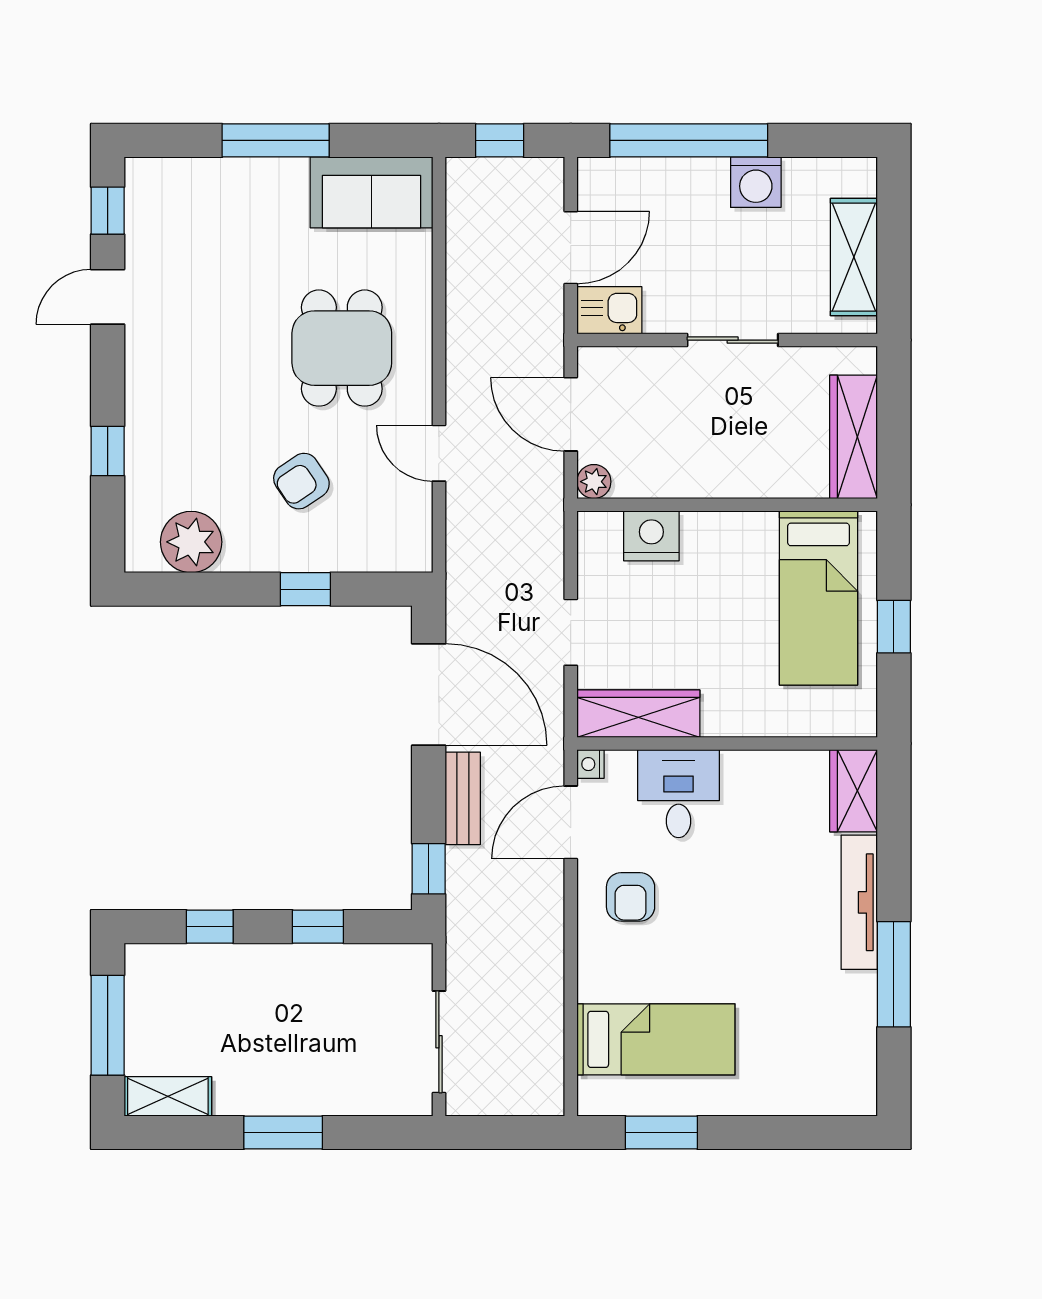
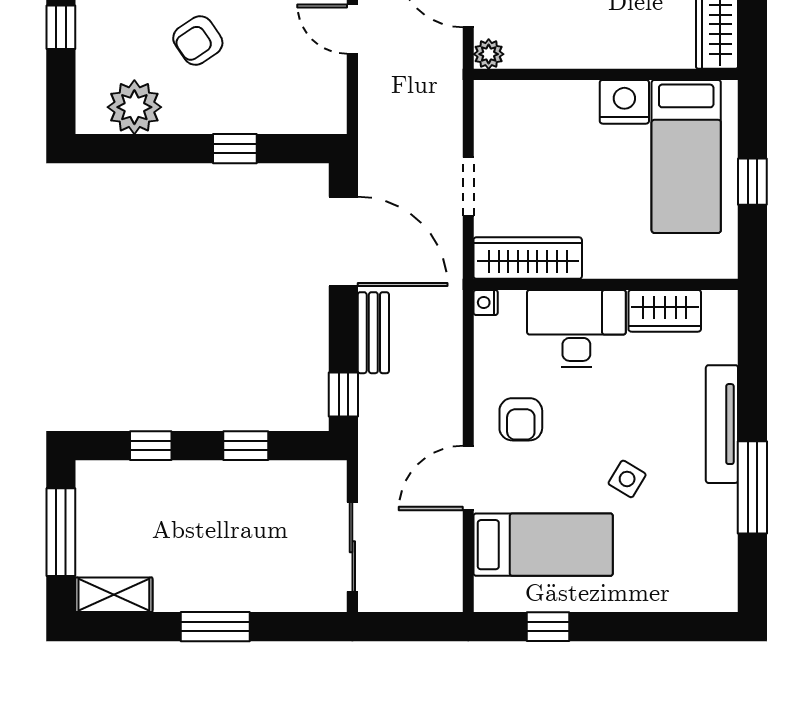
armchair: (301, 481) -> (198, 40), moved
nightstand: (651, 536) -> (624, 102), moved
wardrobe: (854, 791) -> (665, 311), moved, turned -90
desk: (679, 794) -> (576, 329), width x1.37
door: (571, 822) -> (468, 478), moved
side table: (751, 965) -> (627, 479), added
window: (661, 1132) -> (548, 627), width x0.67

